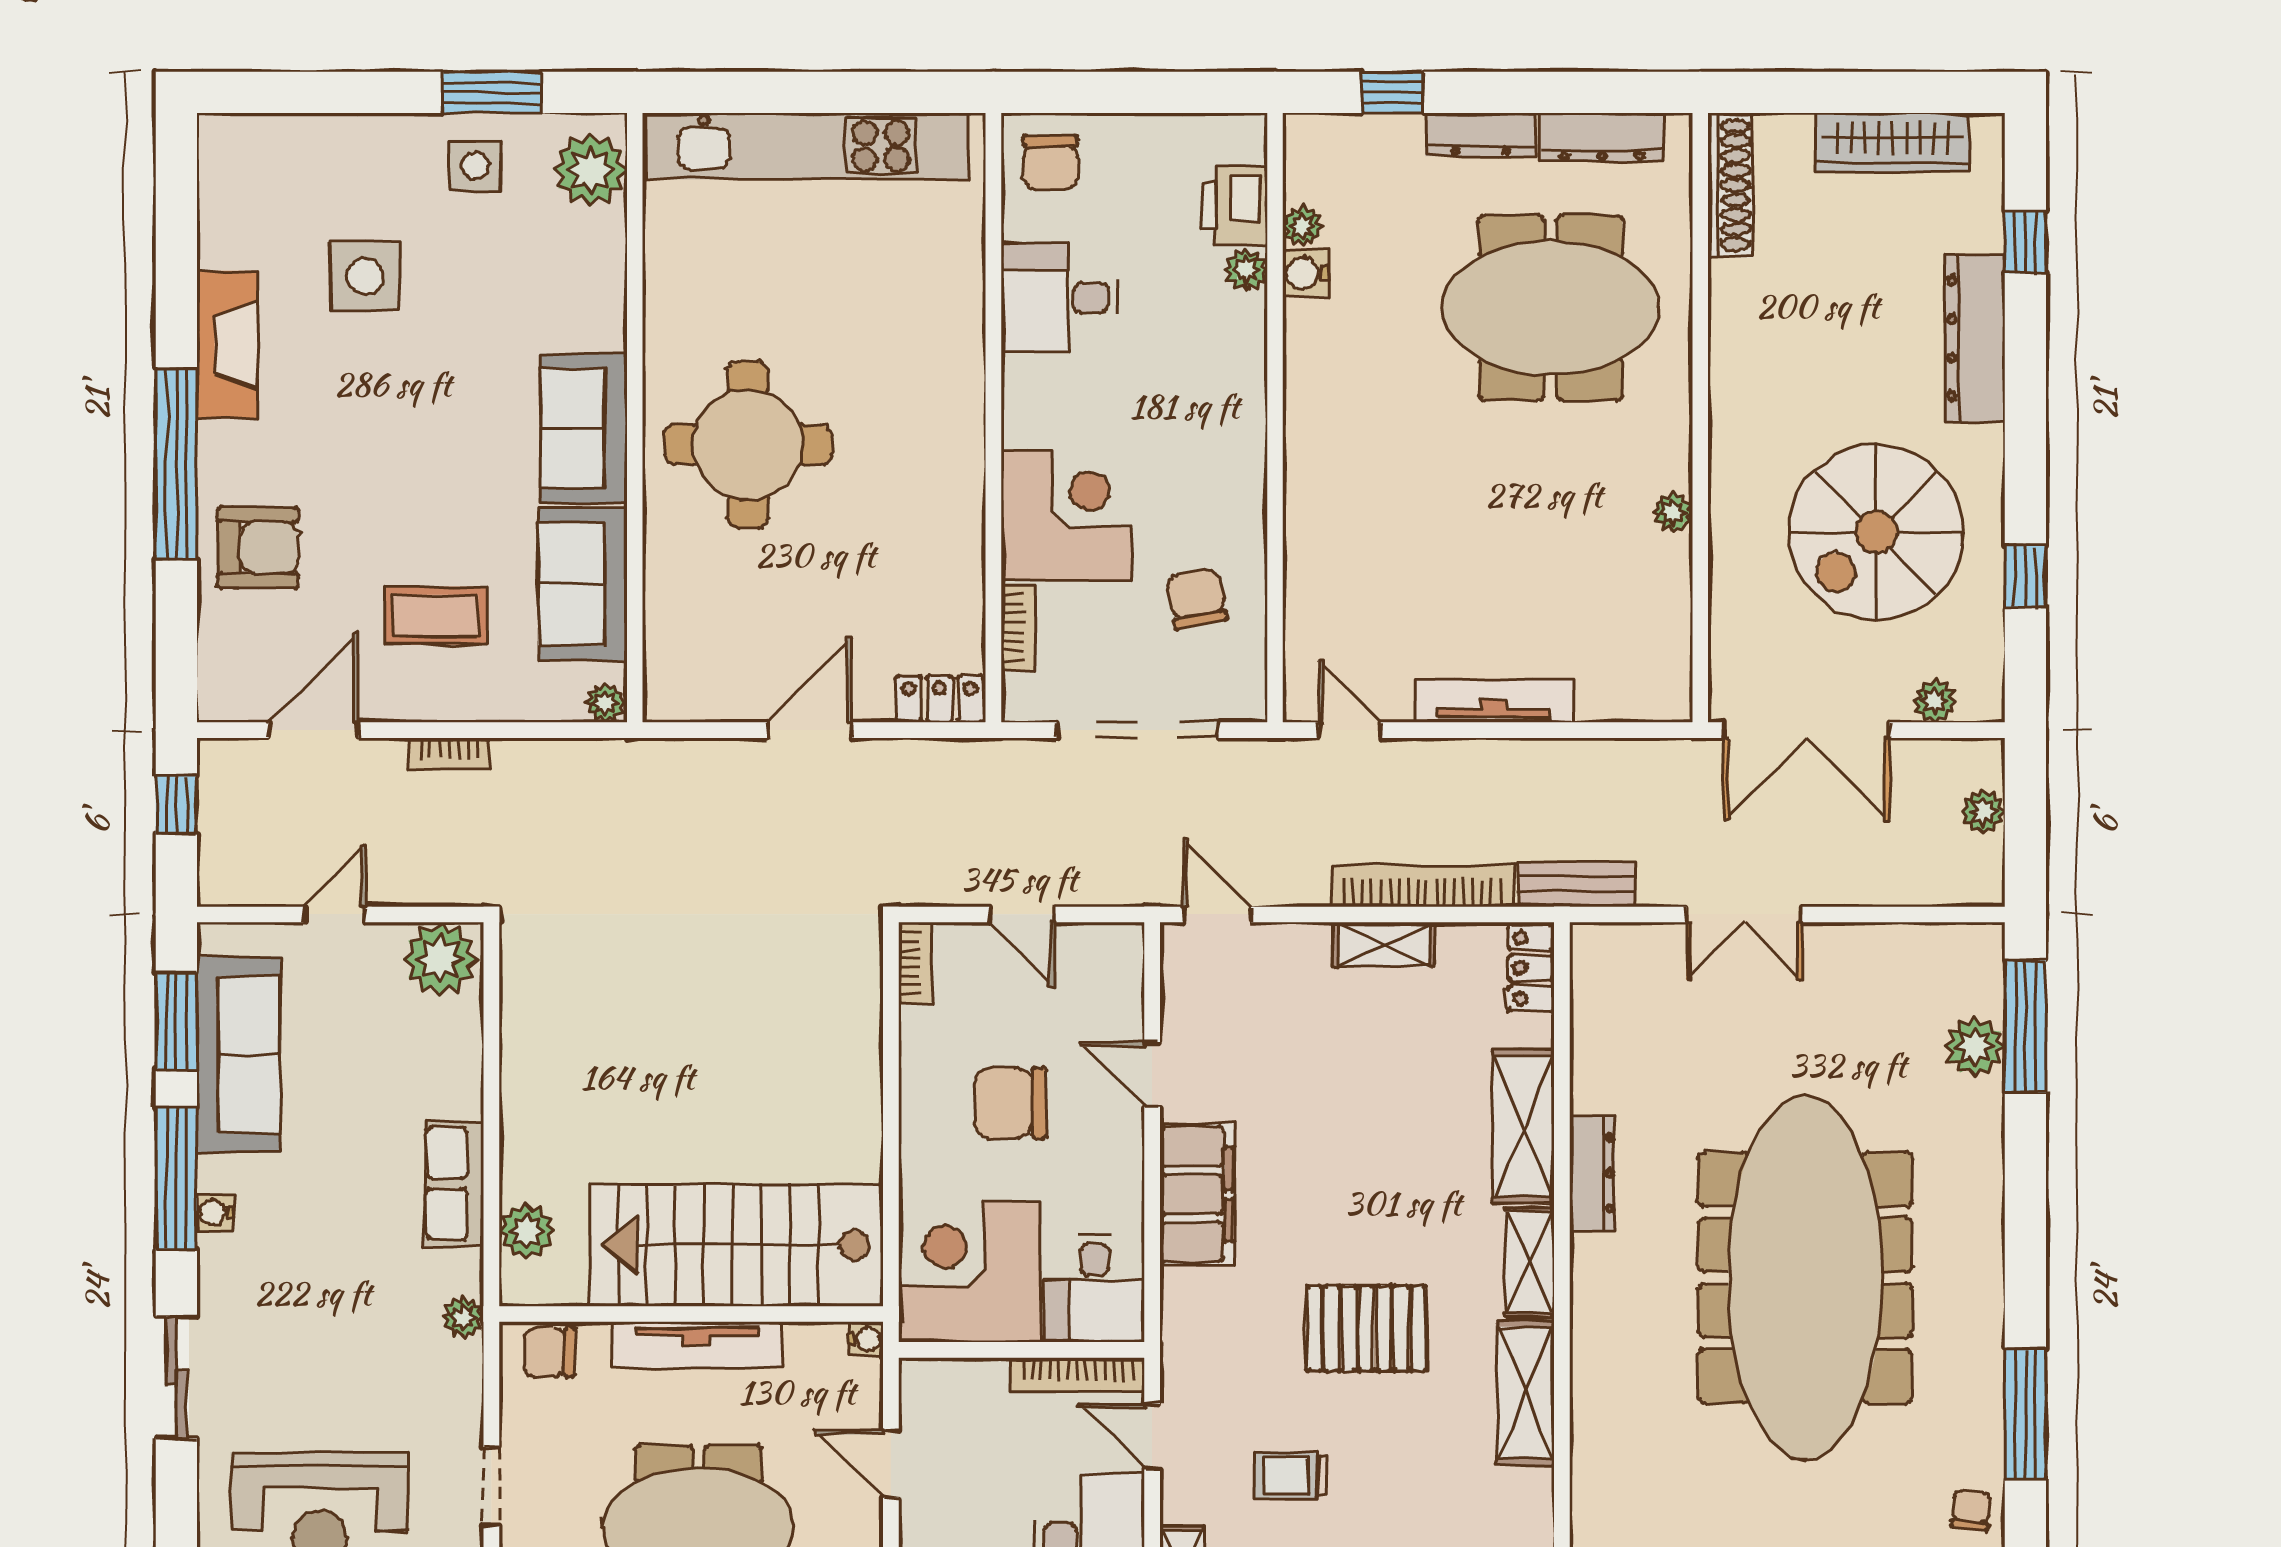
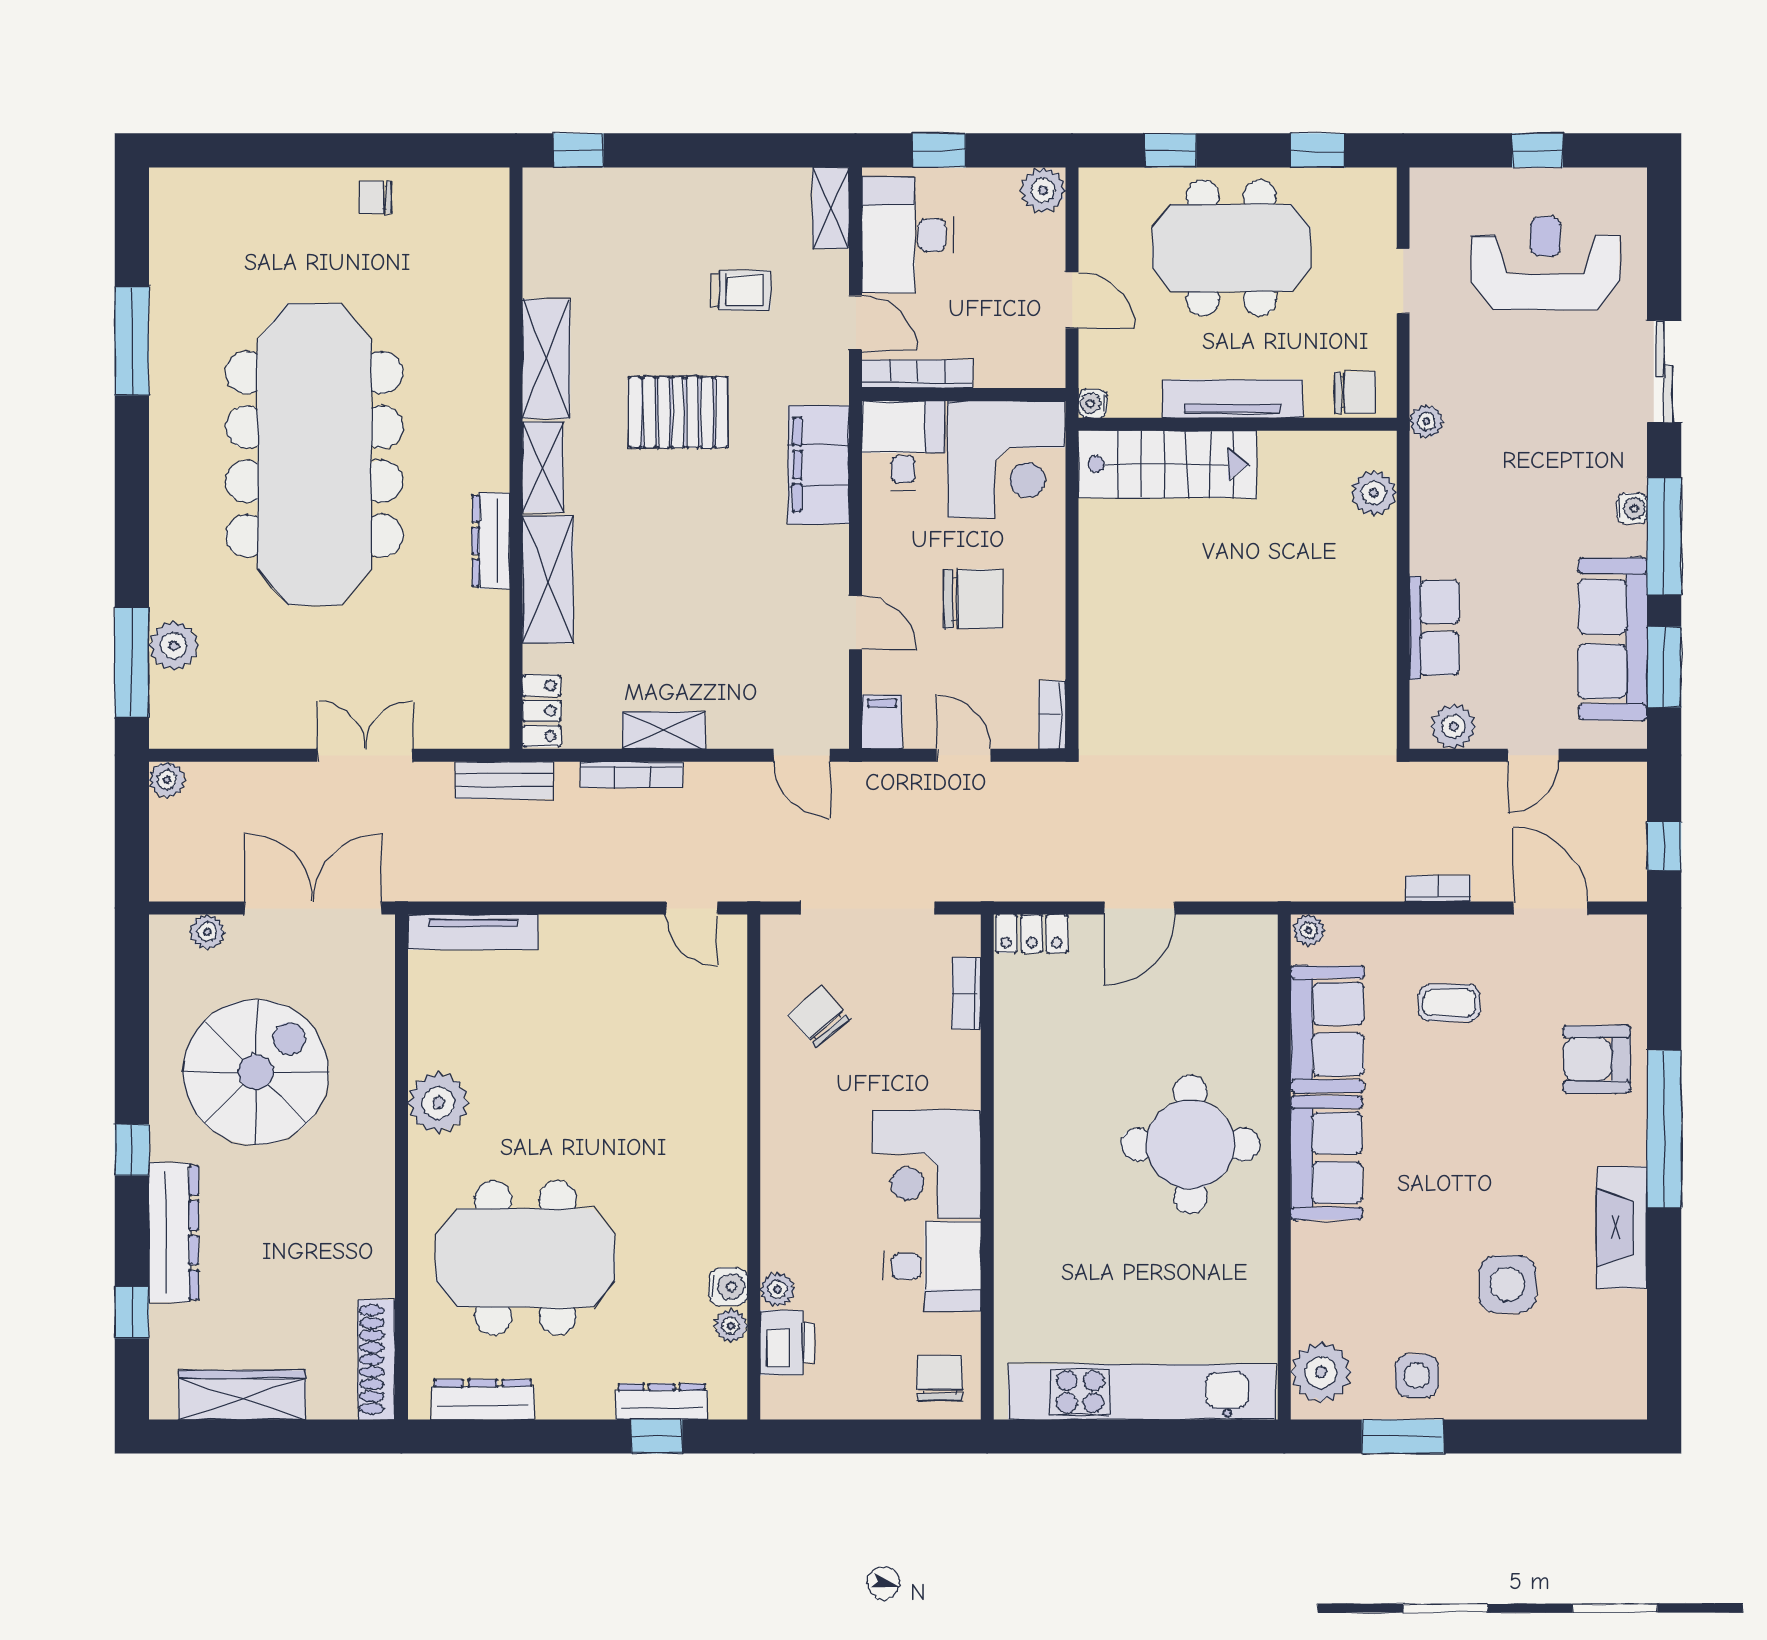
dresser: (1481, 135) -> (662, 1402), moved
plant: (1673, 512) -> (438, 1103), width x1.87, depth x1.87
corner desk: (1066, 515) -> (927, 1164), moved
window: (2025, 576) -> (132, 1150), moved
chair: (1196, 599) -> (819, 1017), turned 149
coffee table: (436, 616) -> (1449, 1003), width x0.73, depth x0.77
tv unit: (1494, 701) -> (473, 932), moved
door: (313, 730) -> (1550, 908), swing flipped
plant: (1983, 812) -> (167, 780), moved
bookcase: (1422, 886) -> (632, 775), width x0.68, depth x0.76
filing cabinet: (1120, 955) -> (882, 722), added
plant: (440, 959) -> (1454, 727), width x0.73, depth x0.73
row of seats: (454, 1184) -> (1434, 628), moved
filing cabinet: (1197, 1195) -> (819, 465), moved
stairs: (737, 1245) -> (1168, 464), width x0.73, depth x0.66
chair: (1971, 1510) -> (177, 261), removed

